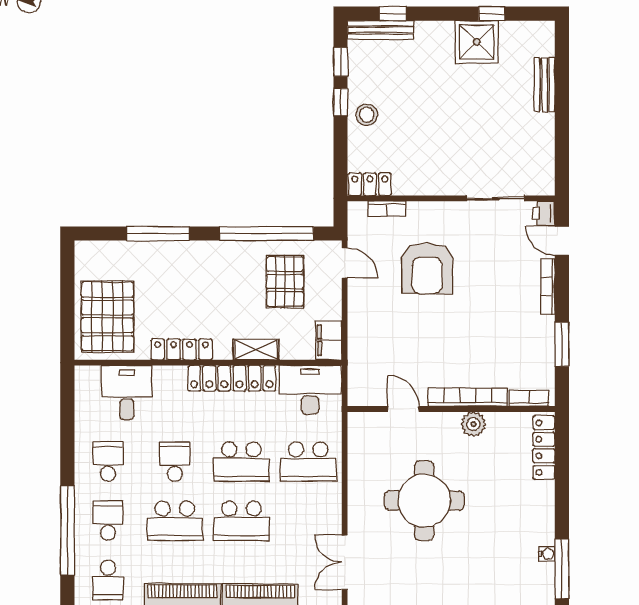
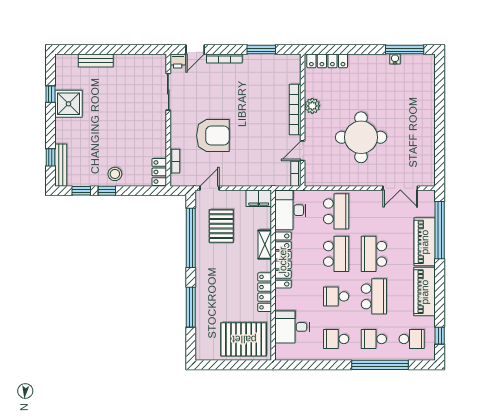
pallet: (285, 282) -> (221, 226), turned 90
bookcase: (529, 398) -> (296, 174), moved
school desk: (241, 521) -> (374, 254), turned 180

